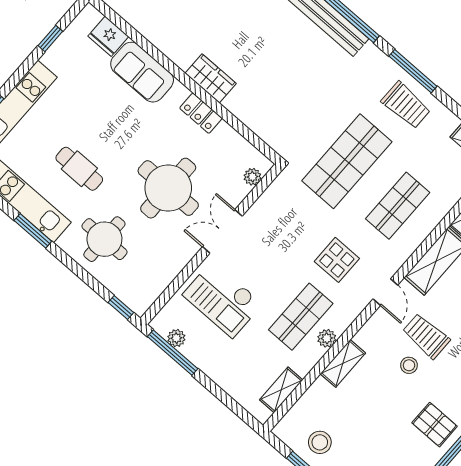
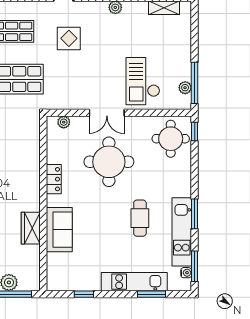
fridge: (108, 36) -> (56, 264), removed
wardrobe: (211, 78) -> (31, 228), moved
round table: (104, 239) -> (171, 139), moved
checkout: (223, 299) -> (143, 81), turned 180
shop shelf: (301, 317) -> (116, 31), removed

